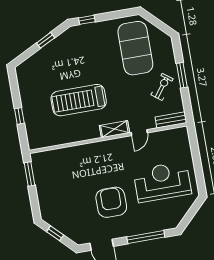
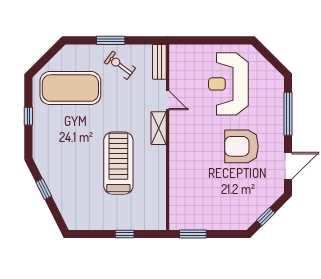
window: (87, 20) -> (28, 116), moved
treadmill: (79, 100) -> (118, 163), turned 180

